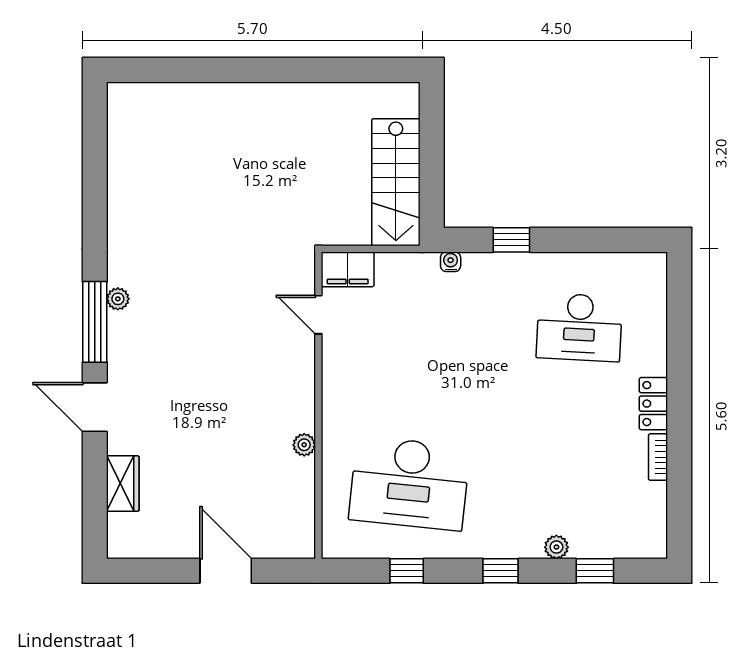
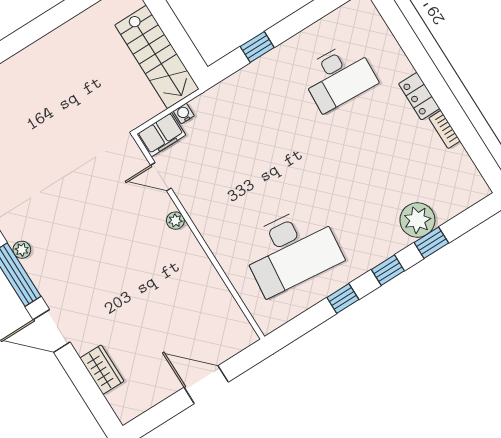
water cooler: (451, 262) -> (184, 114), moved
plant: (304, 445) -> (175, 221), moved
plant: (556, 547) -> (417, 220), width x1.87, depth x1.87
window: (407, 571) -> (343, 299), moved
window: (595, 571) -> (431, 243), moved

